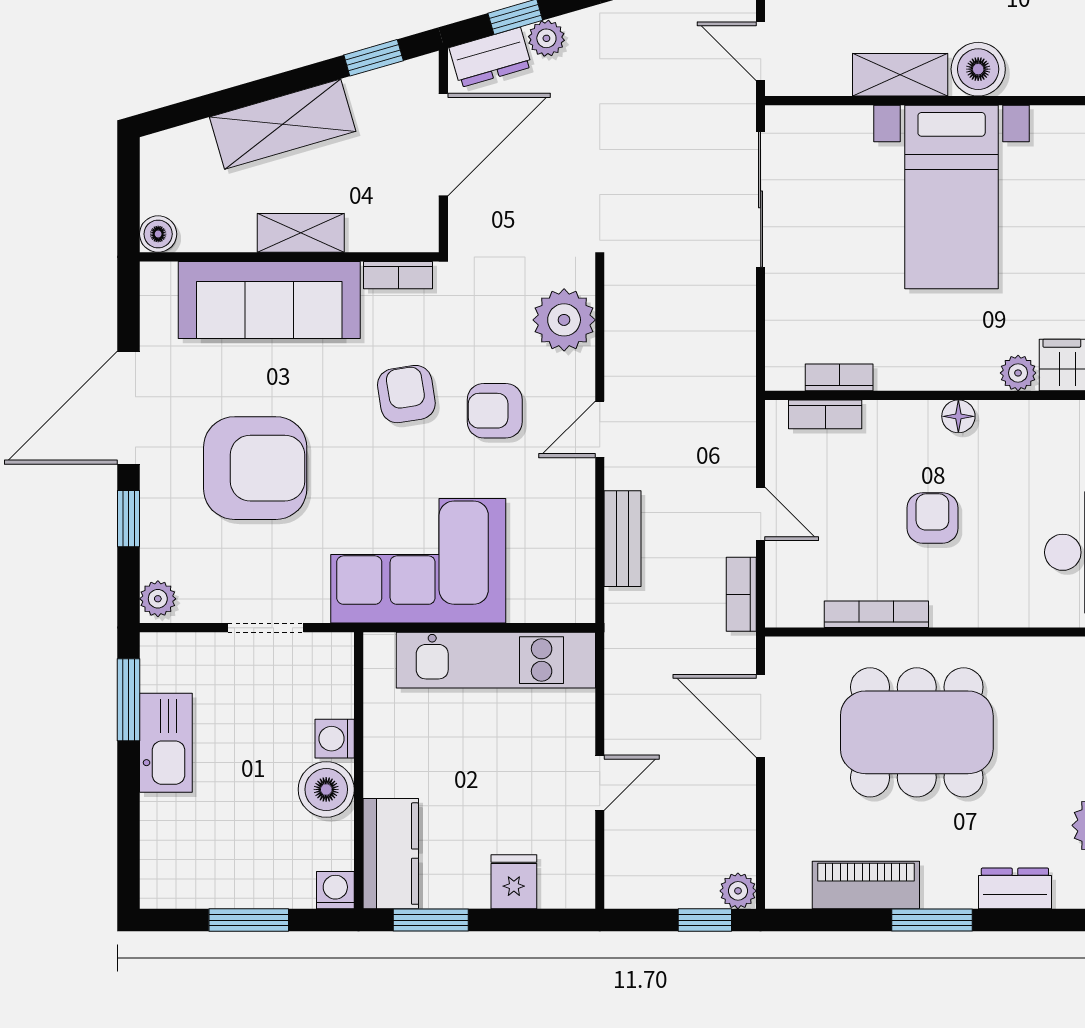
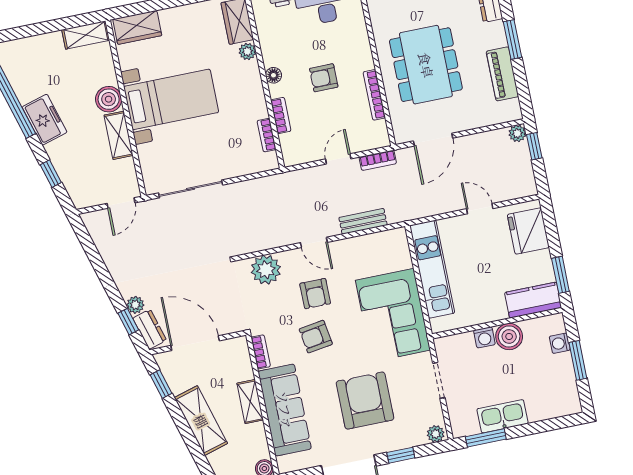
bookcase: (825, 414) -> (281, 116), moved
fridge: (514, 882) -> (528, 231), width x1.88, depth x1.34
washing machine: (335, 890) -> (560, 343), moved

